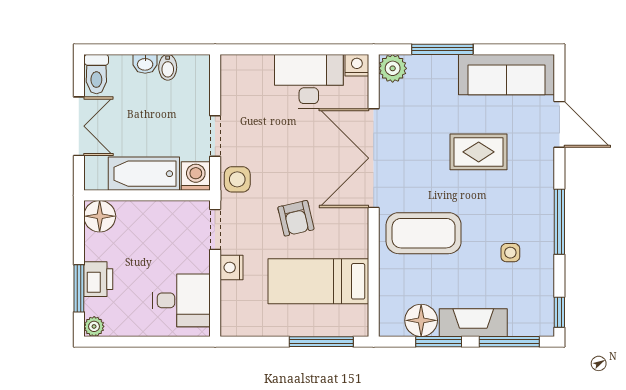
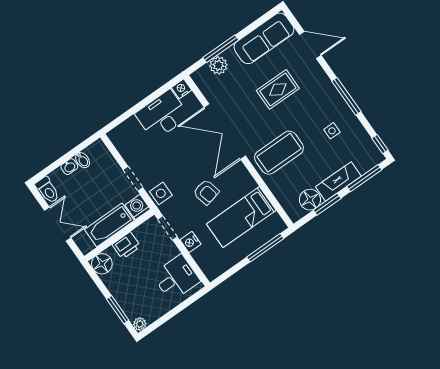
plant: (393, 68) -> (218, 65), moved
printer: (98, 279) -> (126, 245), moved, turned 90

